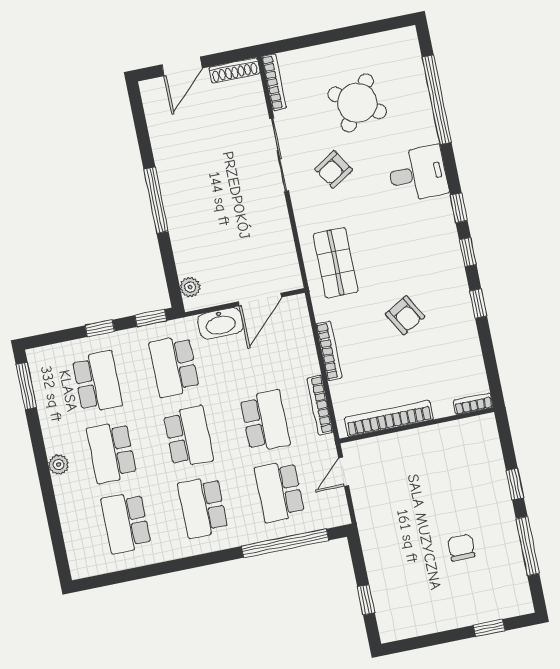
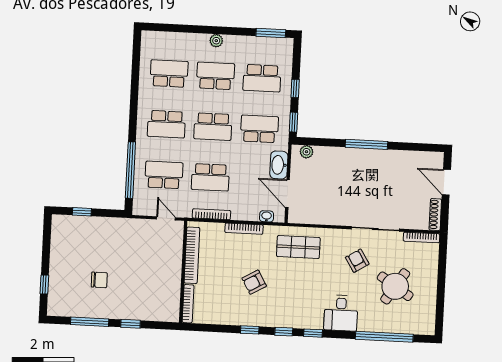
washbasin: (302, 322) -> (267, 216), added
bookcase: (473, 404) -> (188, 304), width x1.56
school desk: (203, 507) -> (166, 124), turned 180

